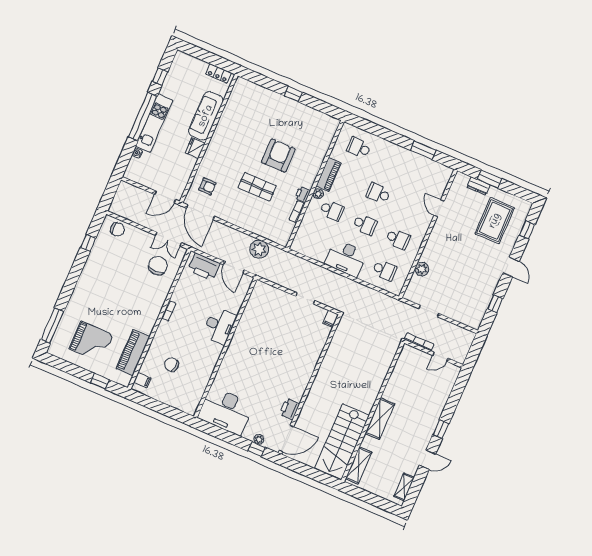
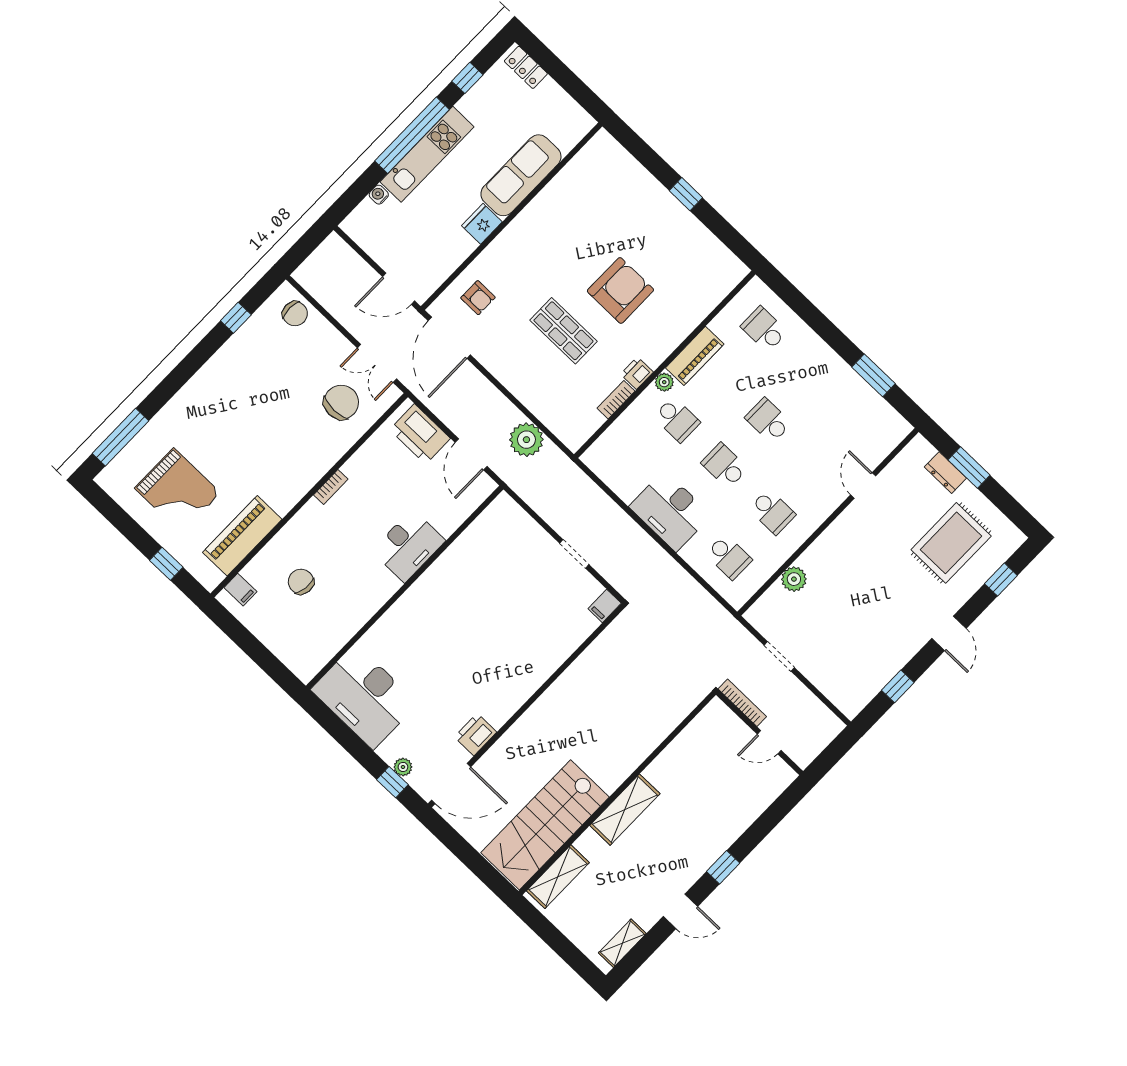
locker: (218, 73) -> (526, 67), moved
school desk: (365, 225) -> (725, 466), turned 180

